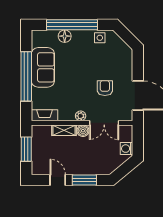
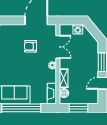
boiler: (83, 131) -> (64, 93), moved

